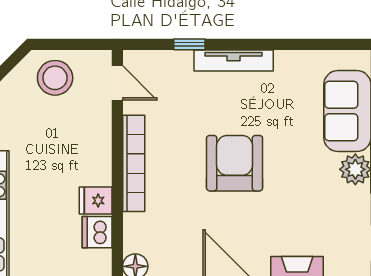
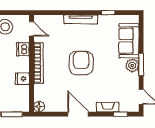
window: (189, 44) -> (108, 13), moved
dishwasher: (97, 232) -> (23, 49), moved

